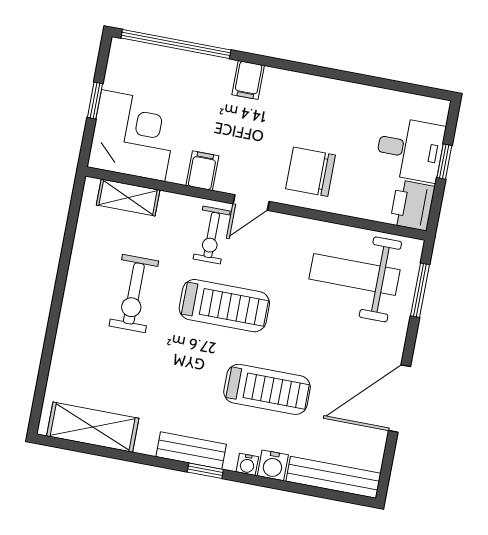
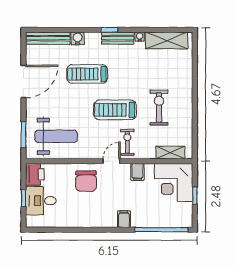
chair: (311, 172) -> (86, 181), turned 90
water cooler: (247, 464) -> (140, 37), moved

